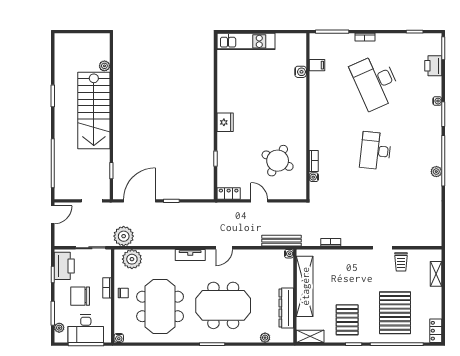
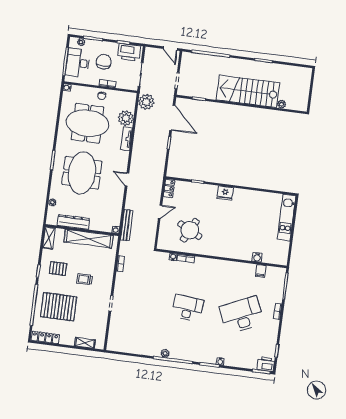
printer: (433, 66) -> (266, 364), moved
tv unit: (190, 255) -> (126, 139), moved
plant: (132, 259) -> (126, 118), moved
trolley: (401, 262) -> (85, 279), moved
pallet: (347, 320) -> (58, 269), width x0.67, depth x0.71
locker: (436, 331) -> (45, 337), width x1.53

